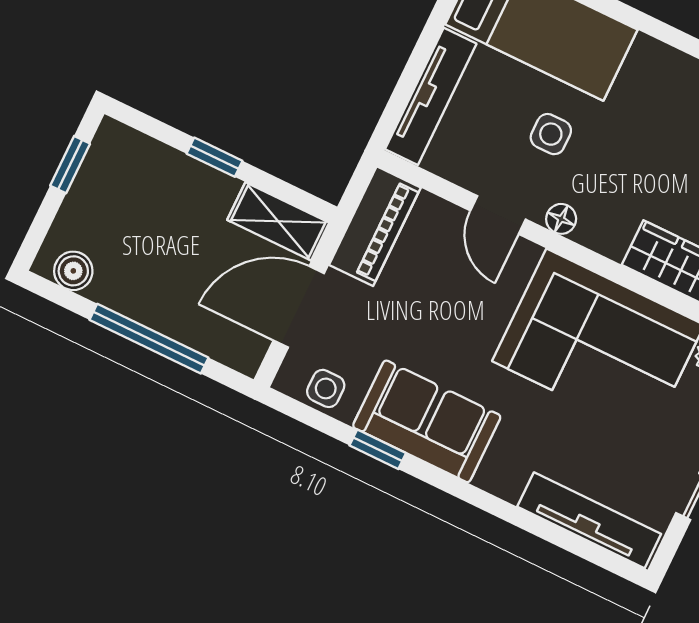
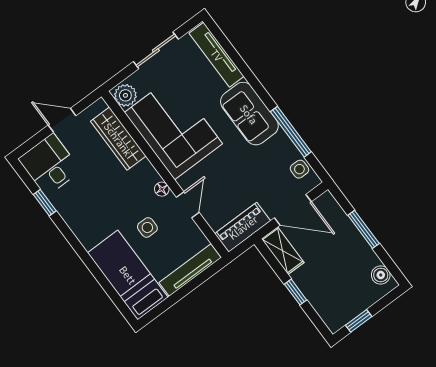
window: (149, 339) -> (364, 229), width x0.69
sofa: (427, 421) -> (249, 114), moved
window: (378, 449) -> (291, 132), width x2.17

